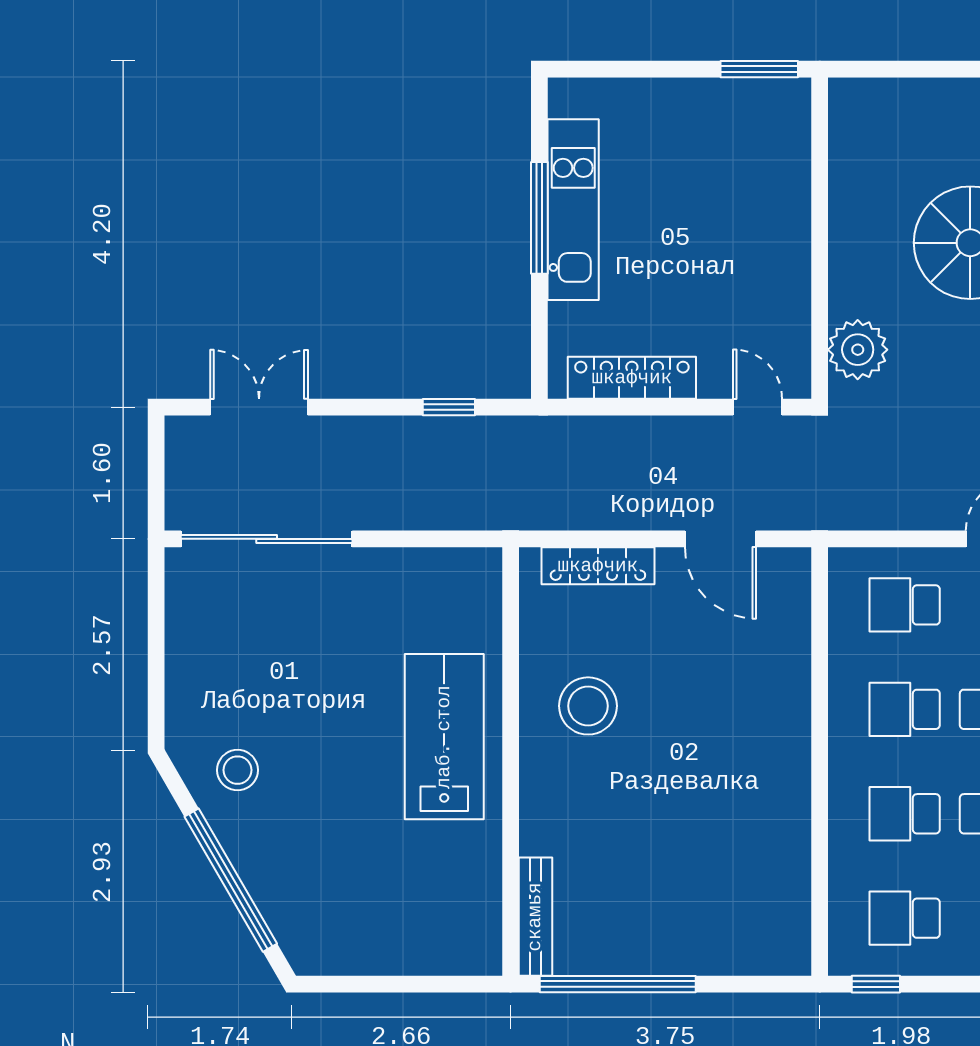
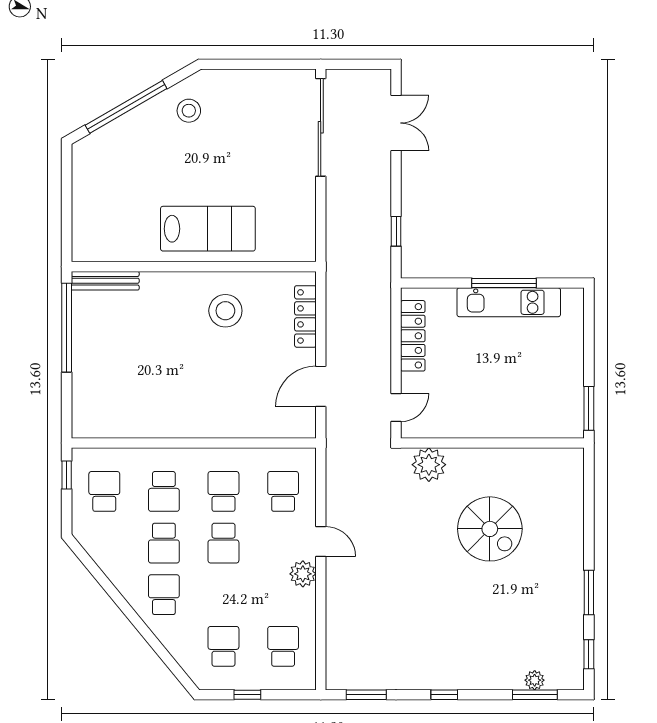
school desk: (905, 814) -> (164, 491), turned 180

